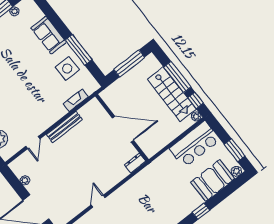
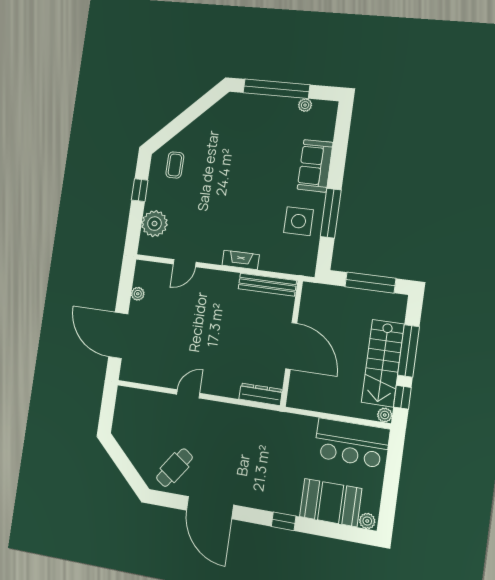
fireplace: (76, 100) -> (241, 260), moved
bench: (64, 127) -> (267, 285), moved
window: (235, 150) -> (389, 496), removed
dresser: (135, 163) -> (261, 394), width x1.44

